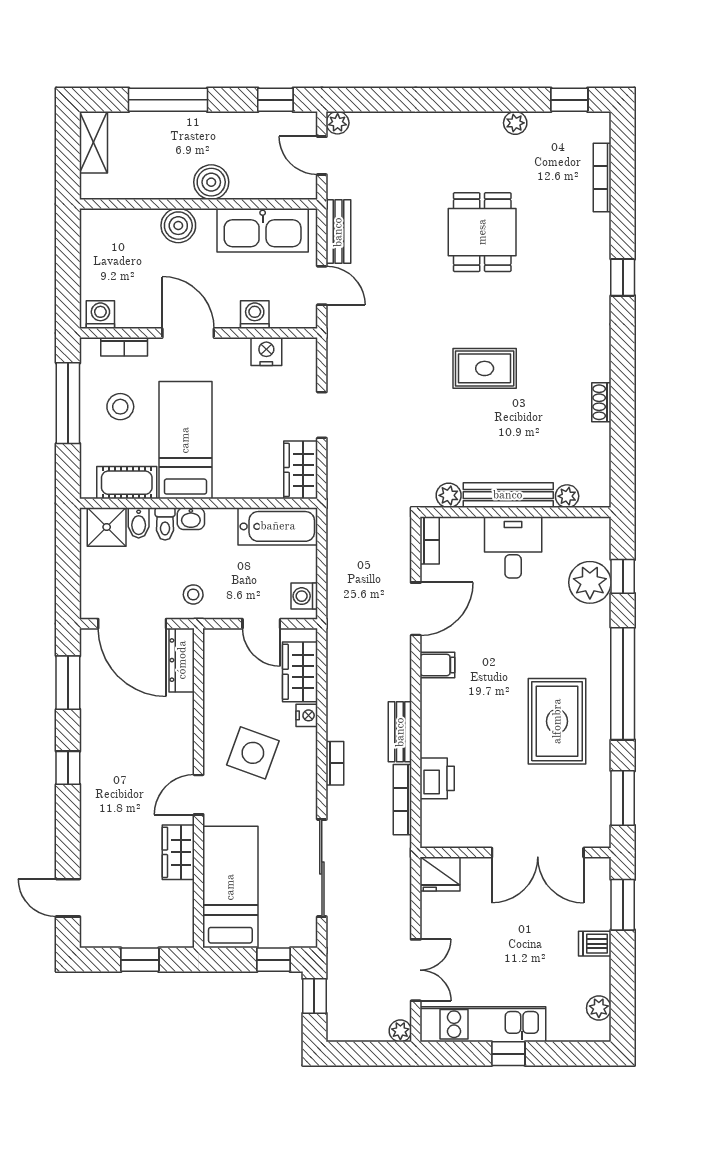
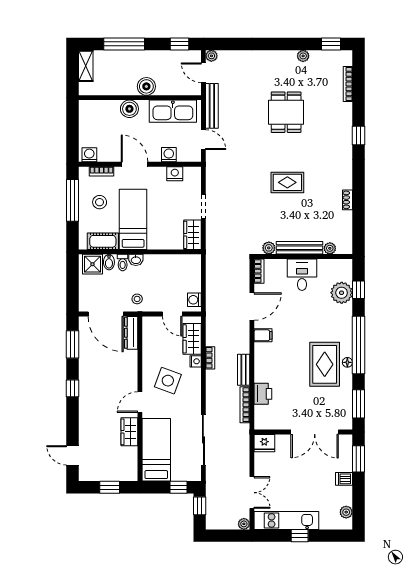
bench: (338, 232) -> (212, 106), width x1.36
bathtub: (278, 526) -> (181, 264), removed
floor lamp: (601, 717) -> (347, 362), added
bookcase: (335, 763) -> (210, 358), moved

